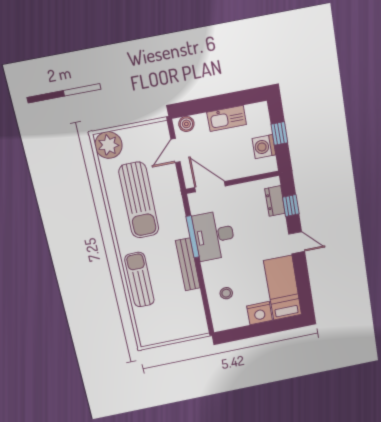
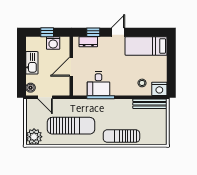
door: (210, 187) -> (71, 67), moved
desk: (214, 235) -> (98, 84), width x0.73
bench: (188, 264) -> (150, 104), moved
nightstand: (260, 313) -> (159, 89), moved, turned 90

